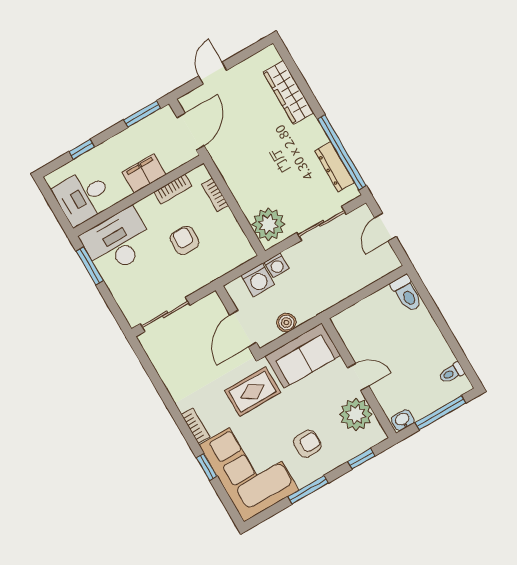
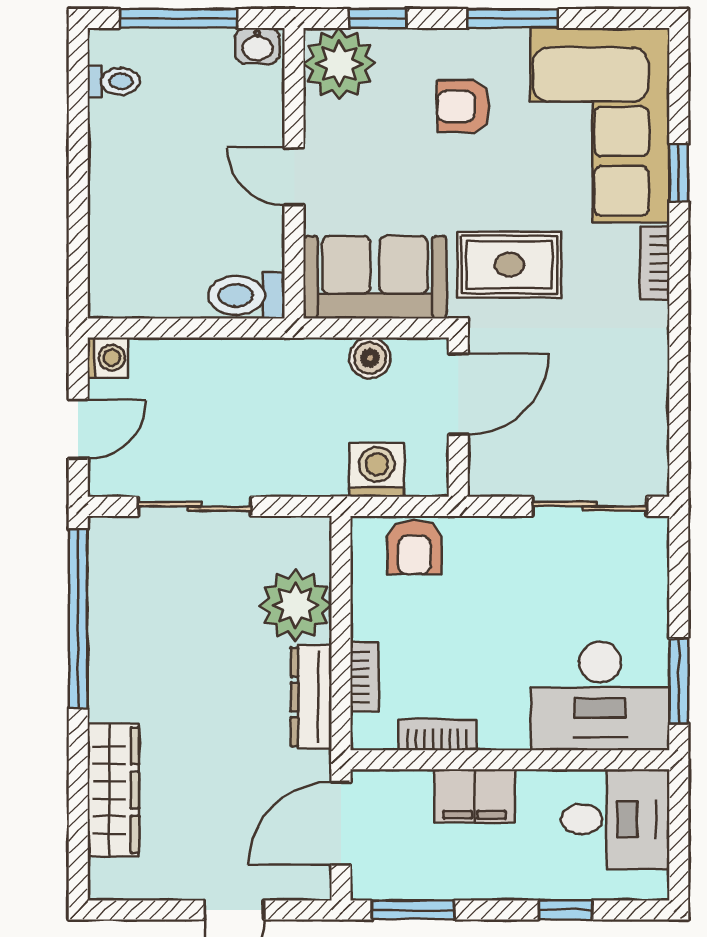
dresser: (334, 167) -> (311, 697), moved, turned 180
plant: (268, 224) -> (296, 605), moved
armchair: (185, 240) -> (414, 547), moved
washing machine: (276, 265) -> (108, 358), moved, turned 90
toilet: (407, 294) -> (246, 295), moved, turned -90
plant: (356, 414) -> (339, 64), moved

